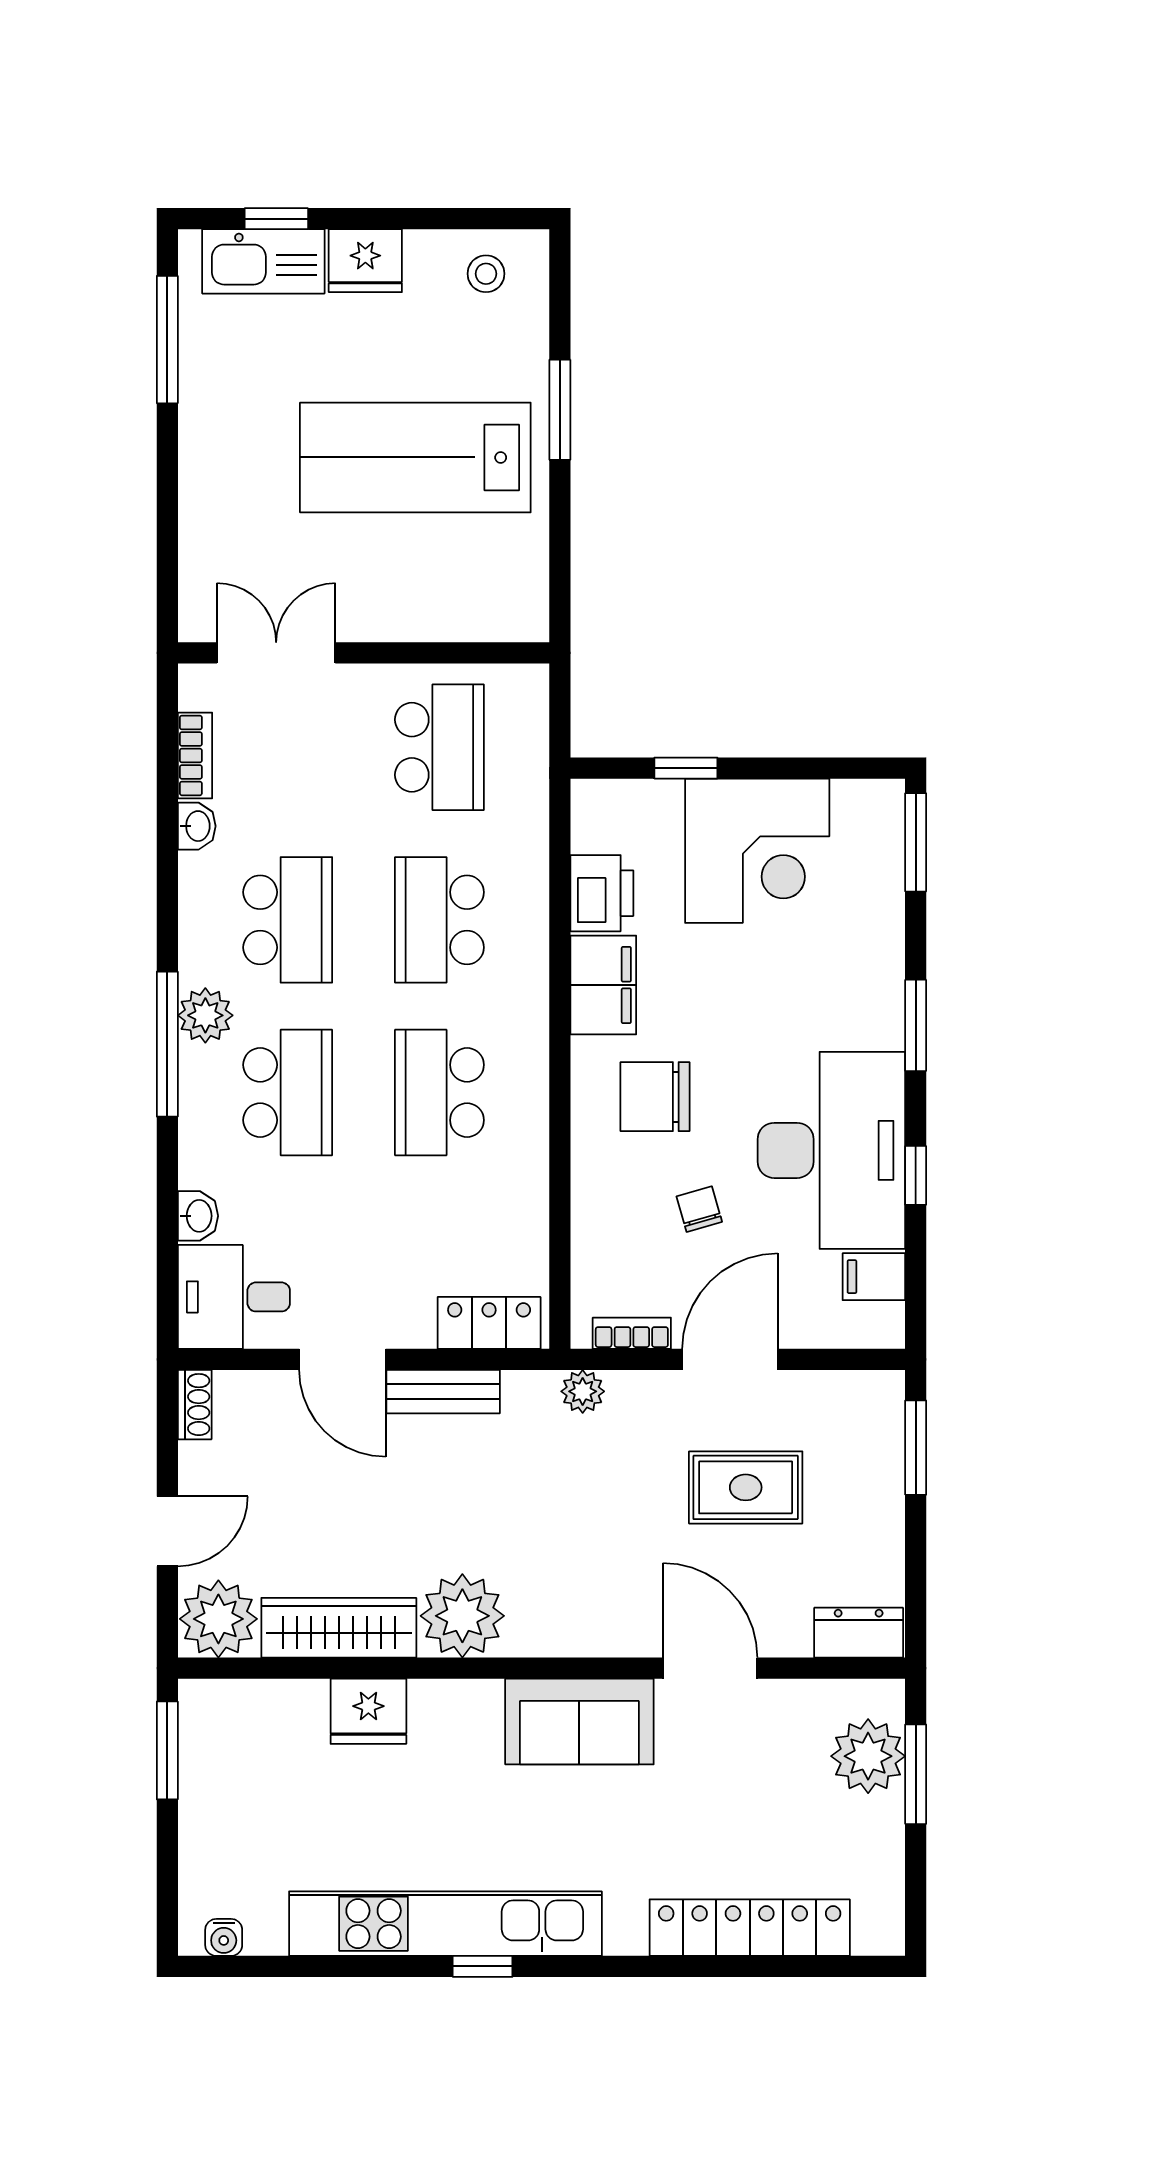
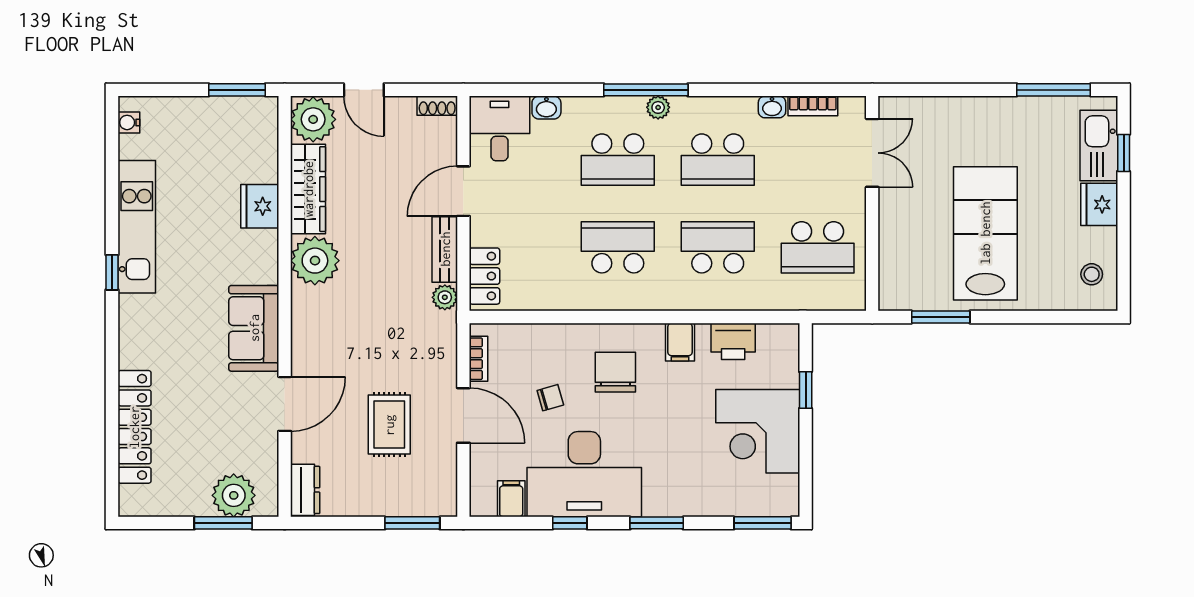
window: (560, 410) -> (941, 317), moved
filing cabinet: (603, 985) -> (680, 342), width x0.50
plant: (205, 1015) -> (658, 107), width x0.73, depth x0.73
plant: (583, 1391) -> (445, 297), moved
kitchen unit: (445, 1924) -> (137, 227), width x0.73

